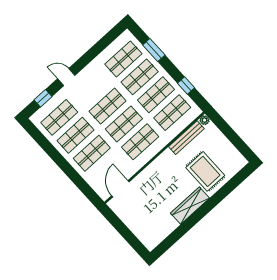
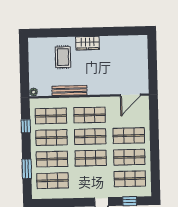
bench: (186, 138) -> (69, 90), moved
rug: (205, 171) -> (63, 57), width x0.73, depth x0.70
wardrobe: (190, 206) -> (87, 43), width x0.67

